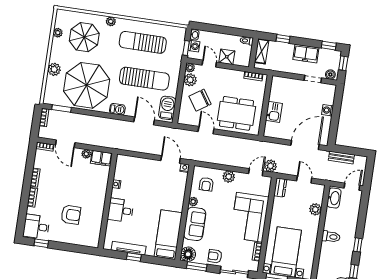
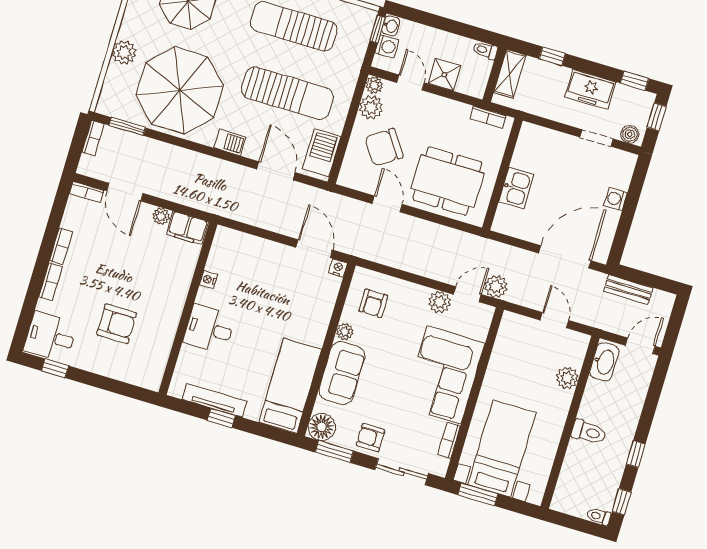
window: (186, 48) -> (377, 29), moved
plant: (229, 177) -> (440, 302), moved
dresser: (280, 188) -> (508, 329), removed

